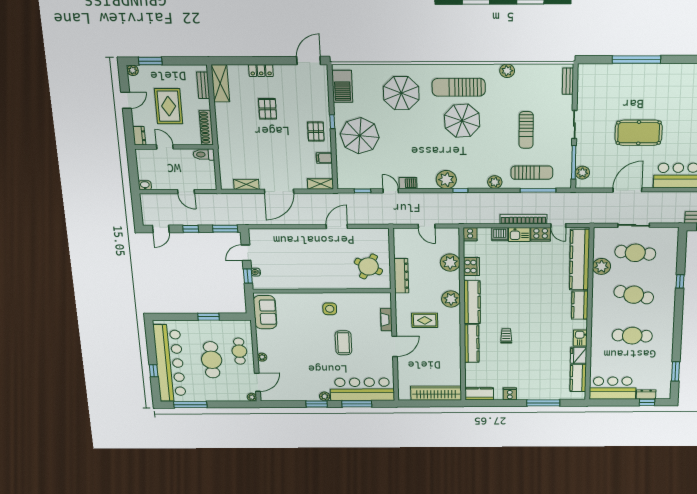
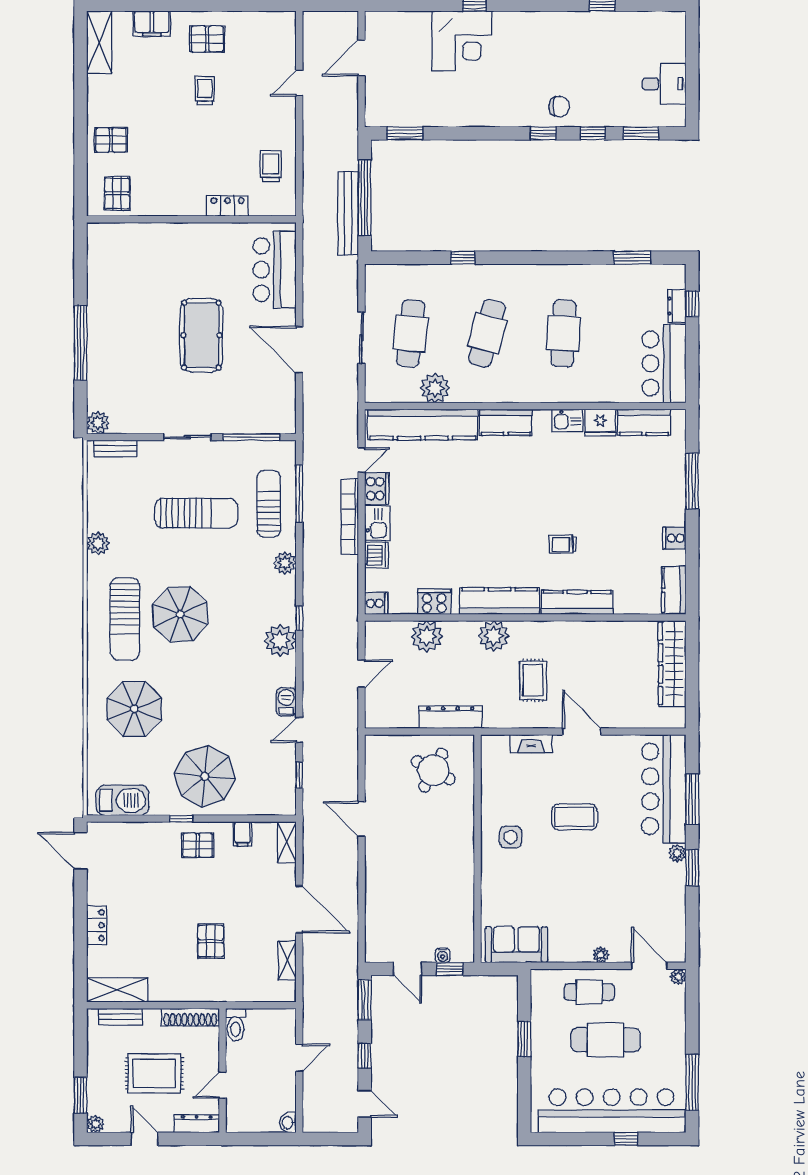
pallet: (268, 109) -> (211, 941), moved, turned 90
sun lounger: (526, 130) -> (196, 513), width x1.36, depth x1.34
dresser: (139, 136) -> (197, 1124), width x1.44
plant: (582, 173) -> (98, 423), moved

